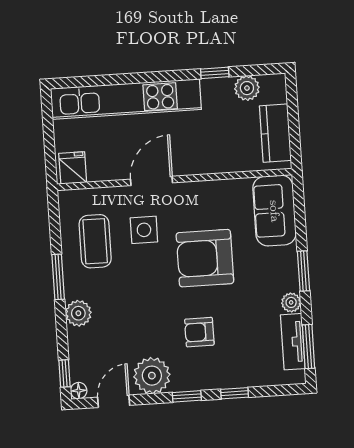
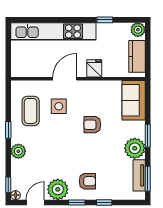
plant: (247, 88) -> (138, 30), moved
fridge: (73, 168) -> (94, 68), moved
armchair: (205, 258) -> (92, 125), width x0.53, depth x0.53
window: (58, 277) -> (8, 130), width x0.67
plant: (291, 302) -> (135, 148), width x1.88, depth x1.88
armchair: (199, 332) -> (87, 181), moved, turned 180

